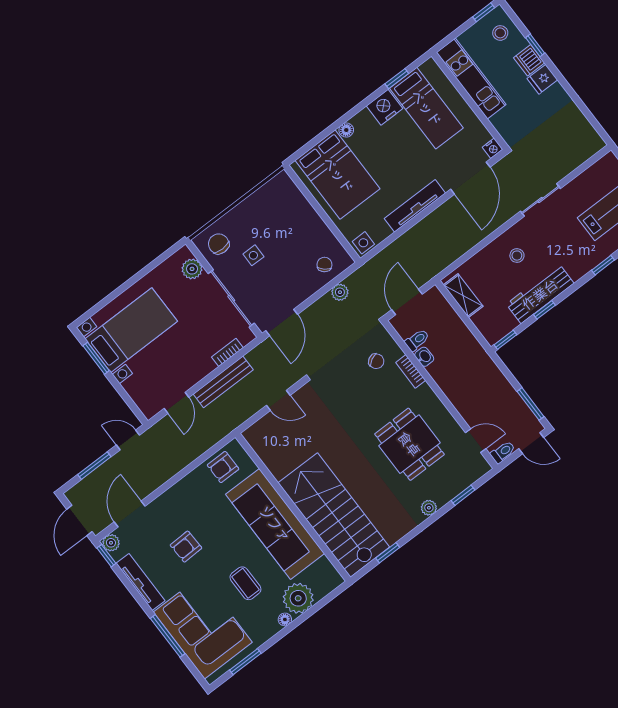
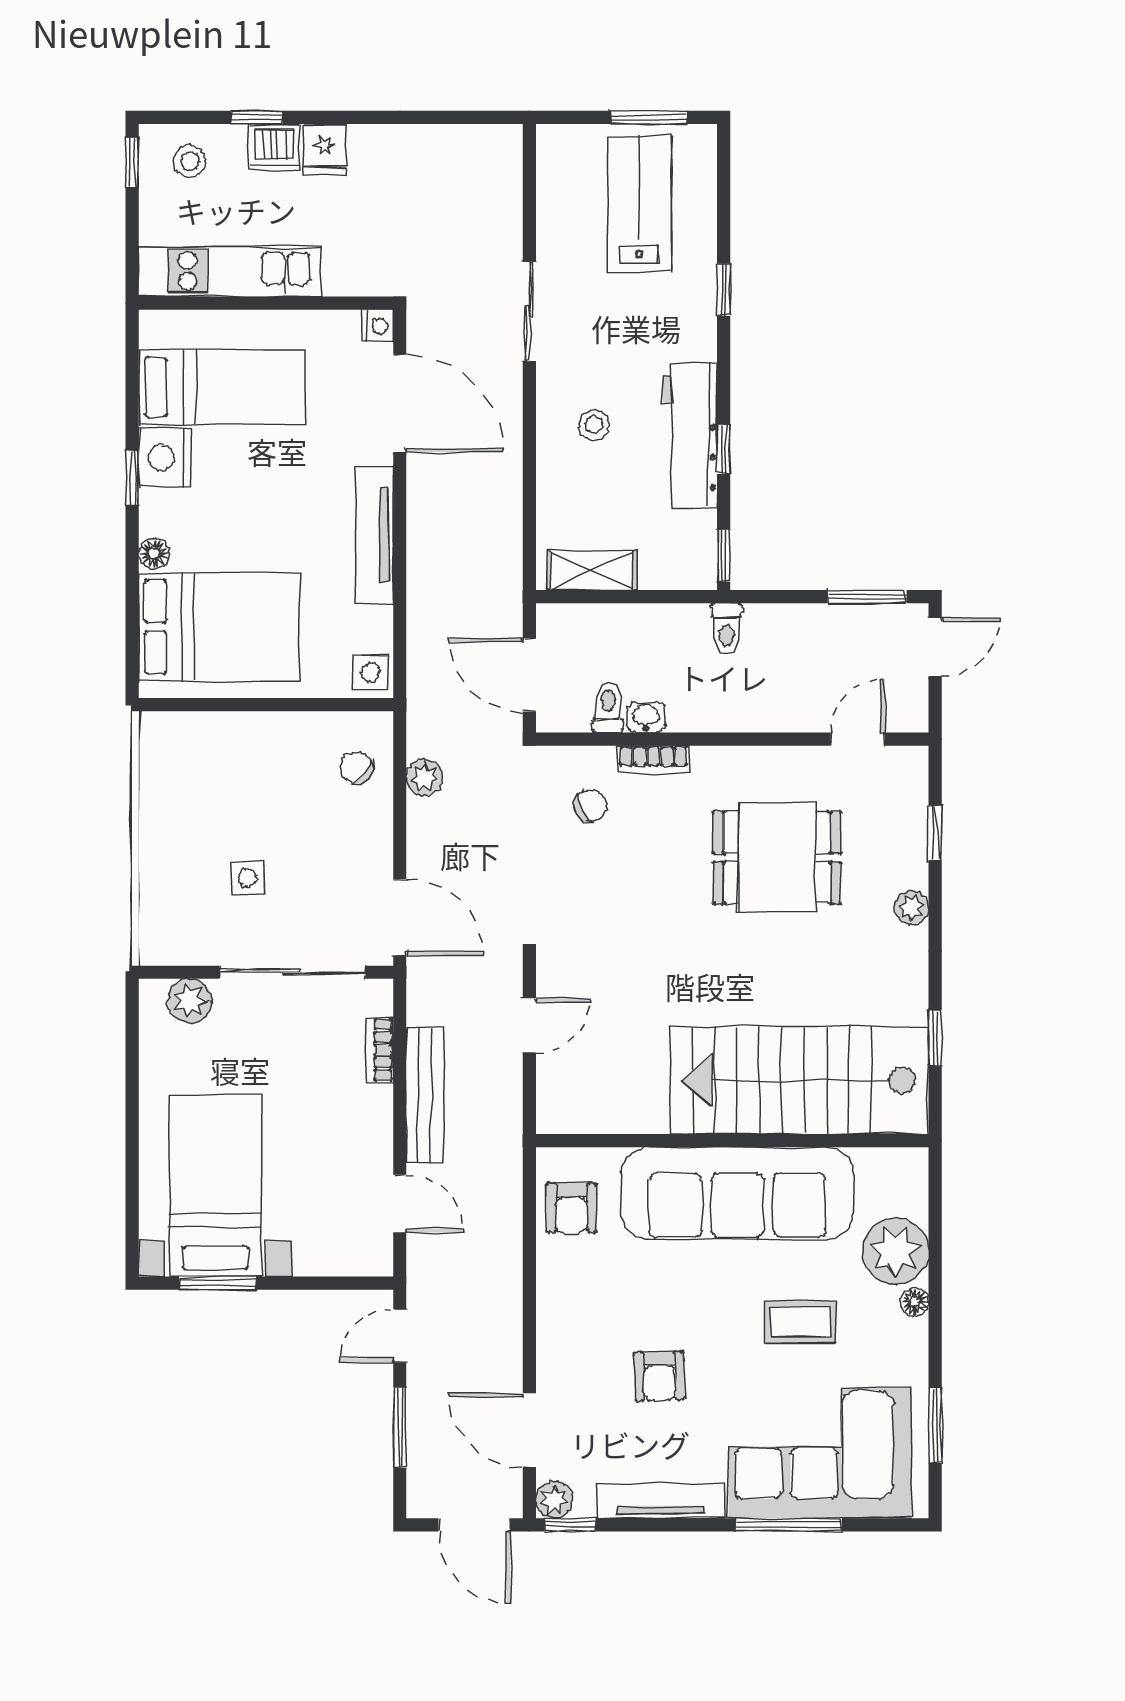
window: (397, 79) -> (132, 478), moved
chair: (219, 244) -> (182, 922), removed
toilet: (503, 452) -> (727, 628), moved, turned 180

